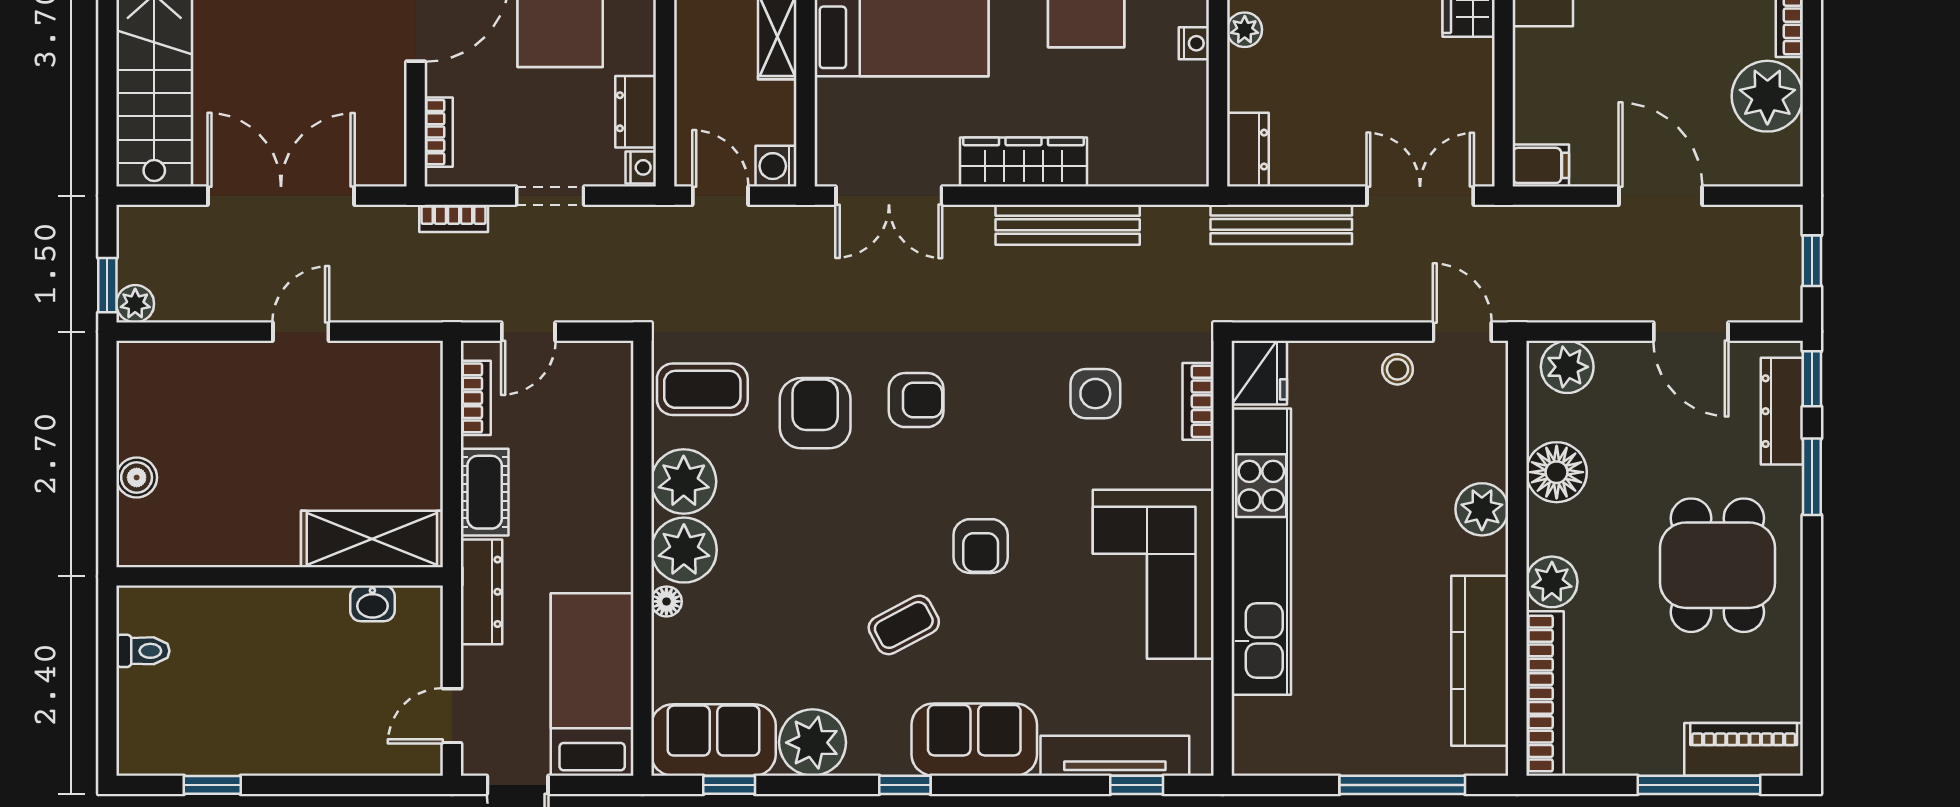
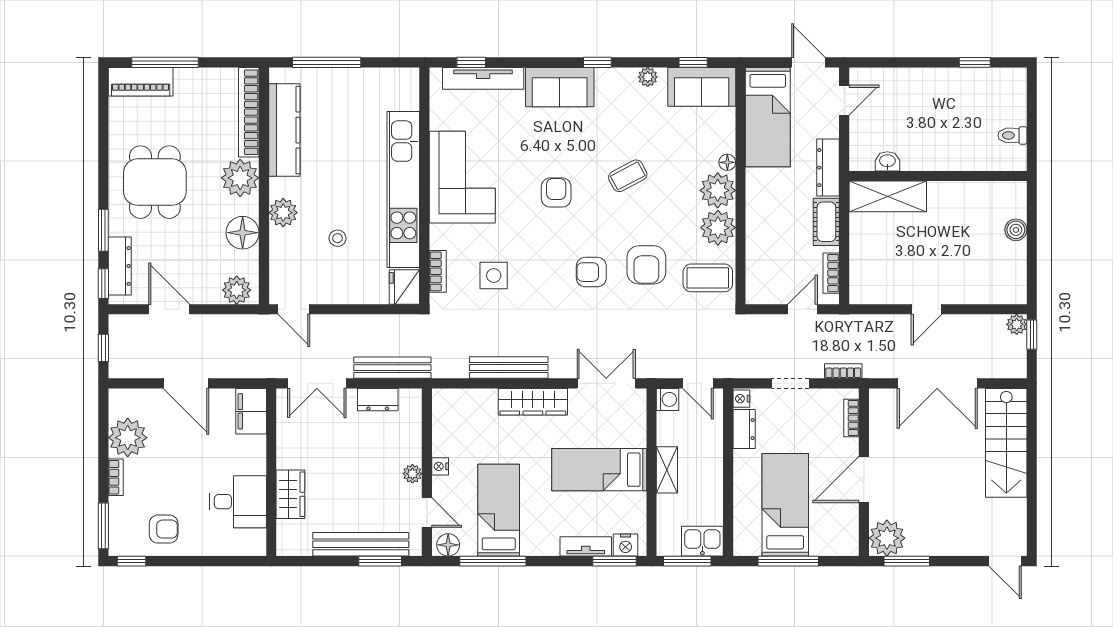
dresser: (1248, 150) -> (378, 400), moved, turned -90
filing cabinet: (1541, 165) -> (251, 411), width x2.00
stool: (1398, 369) -> (338, 238), moved
plant: (1552, 582) -> (240, 178), width x1.36, depth x1.36
coffee table: (904, 625) -> (628, 176), moved
plant: (813, 743) -> (648, 77), width x0.53, depth x0.53

